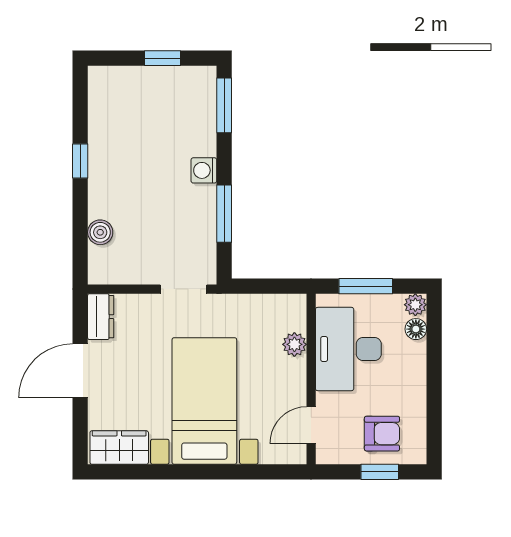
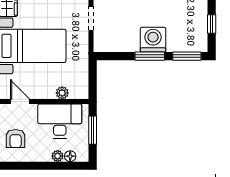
washing machine: (204, 170) -> (153, 40), width x1.89, depth x1.89
window: (224, 214) -> (150, 56), moved
doorway: (184, 289) -> (91, 18), moved
plant: (415, 305) -> (58, 156), moved

